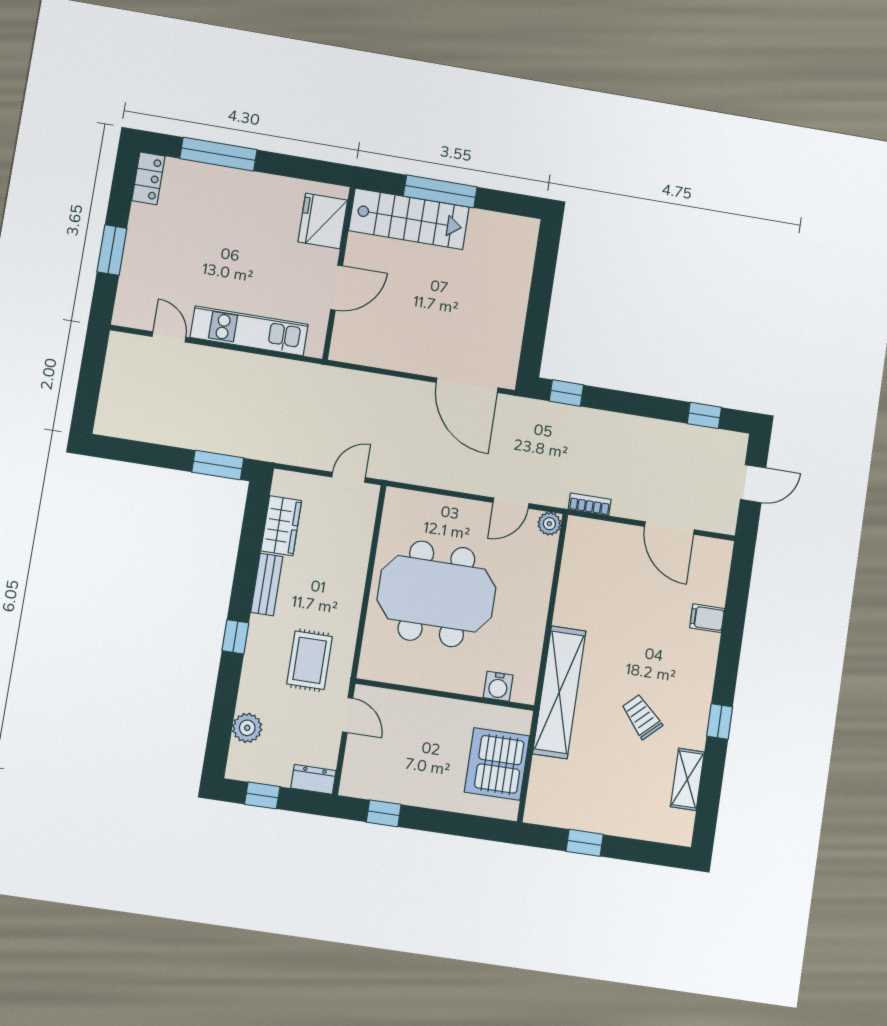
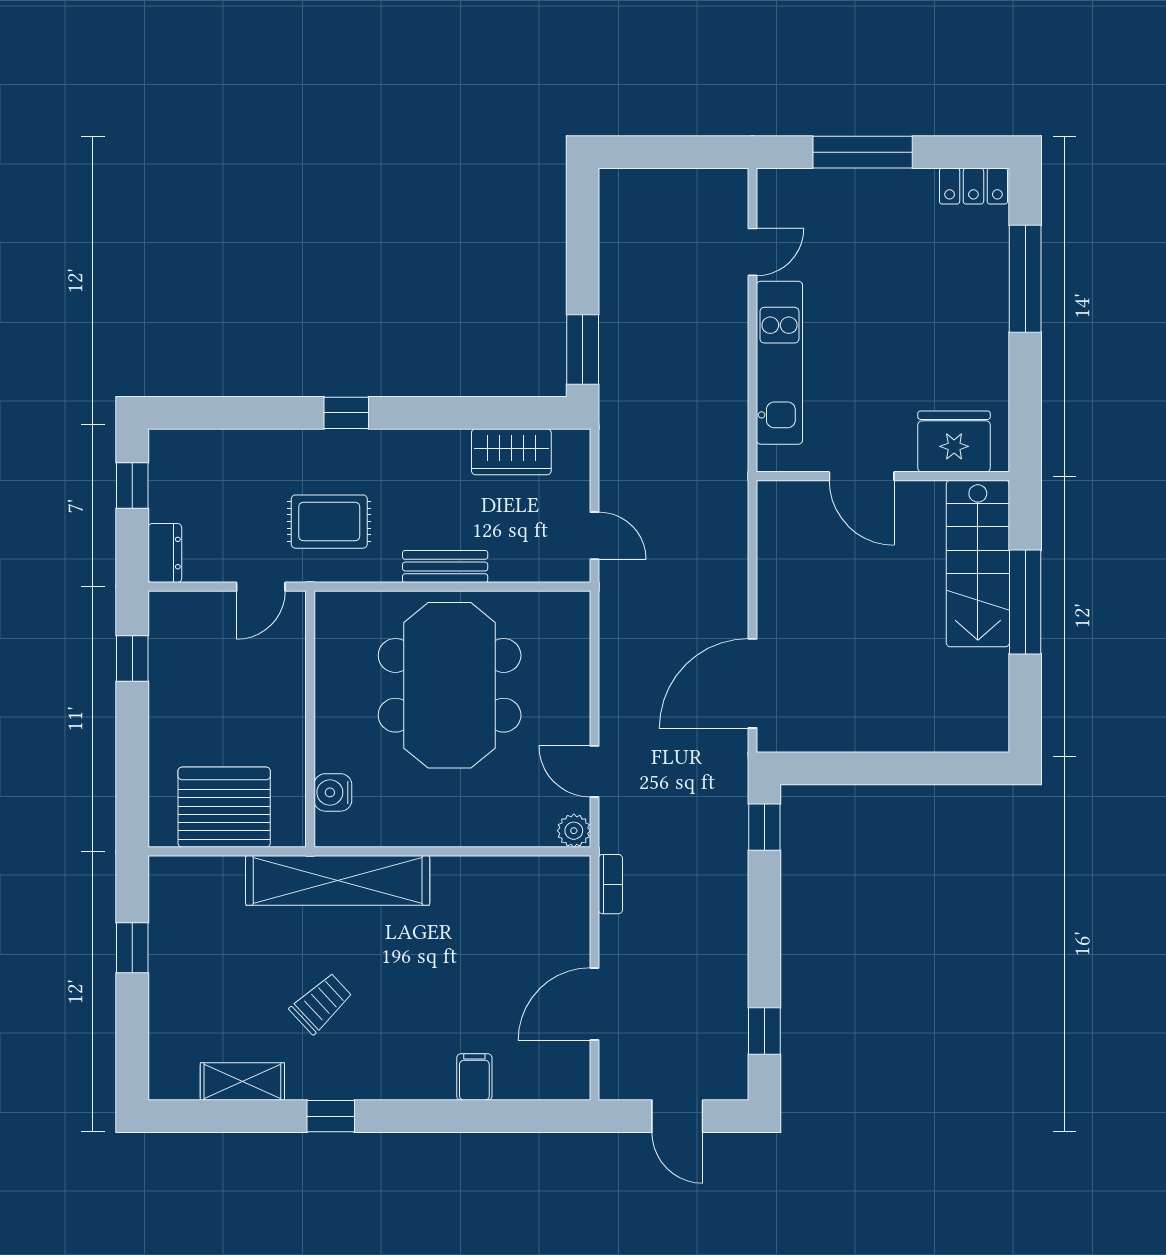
window: (112, 250) -> (863, 152), width x1.44
bench: (267, 584) -> (445, 567), moved
plant: (247, 728) -> (222, 450), removed

